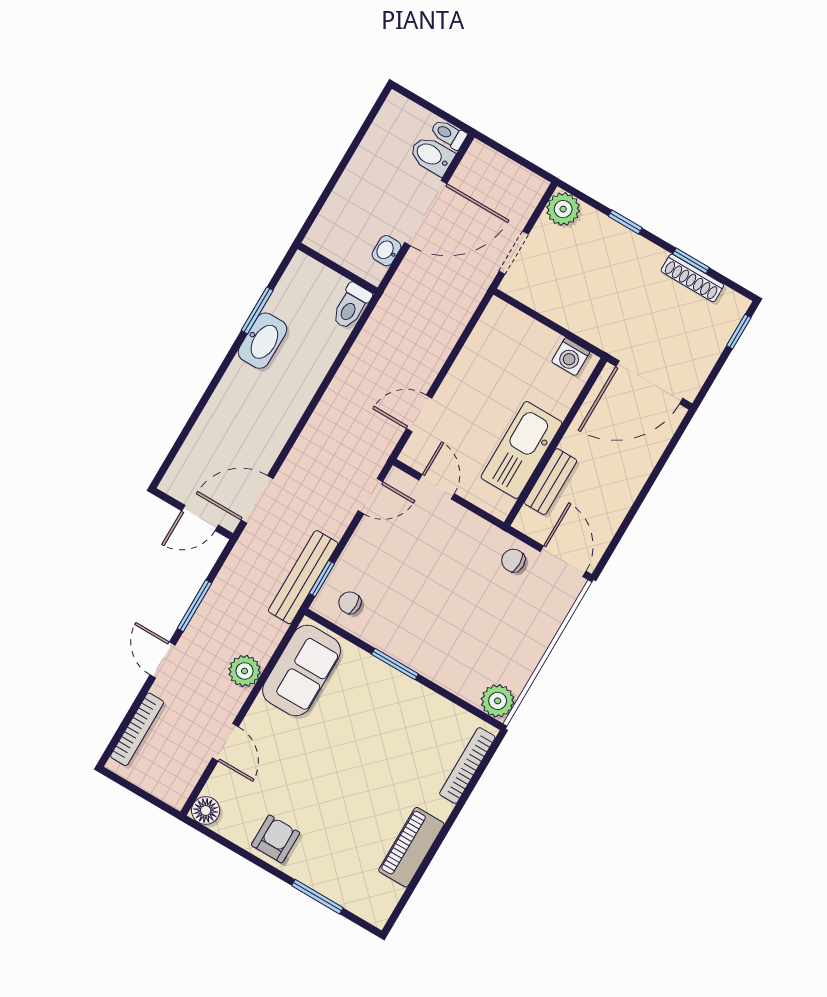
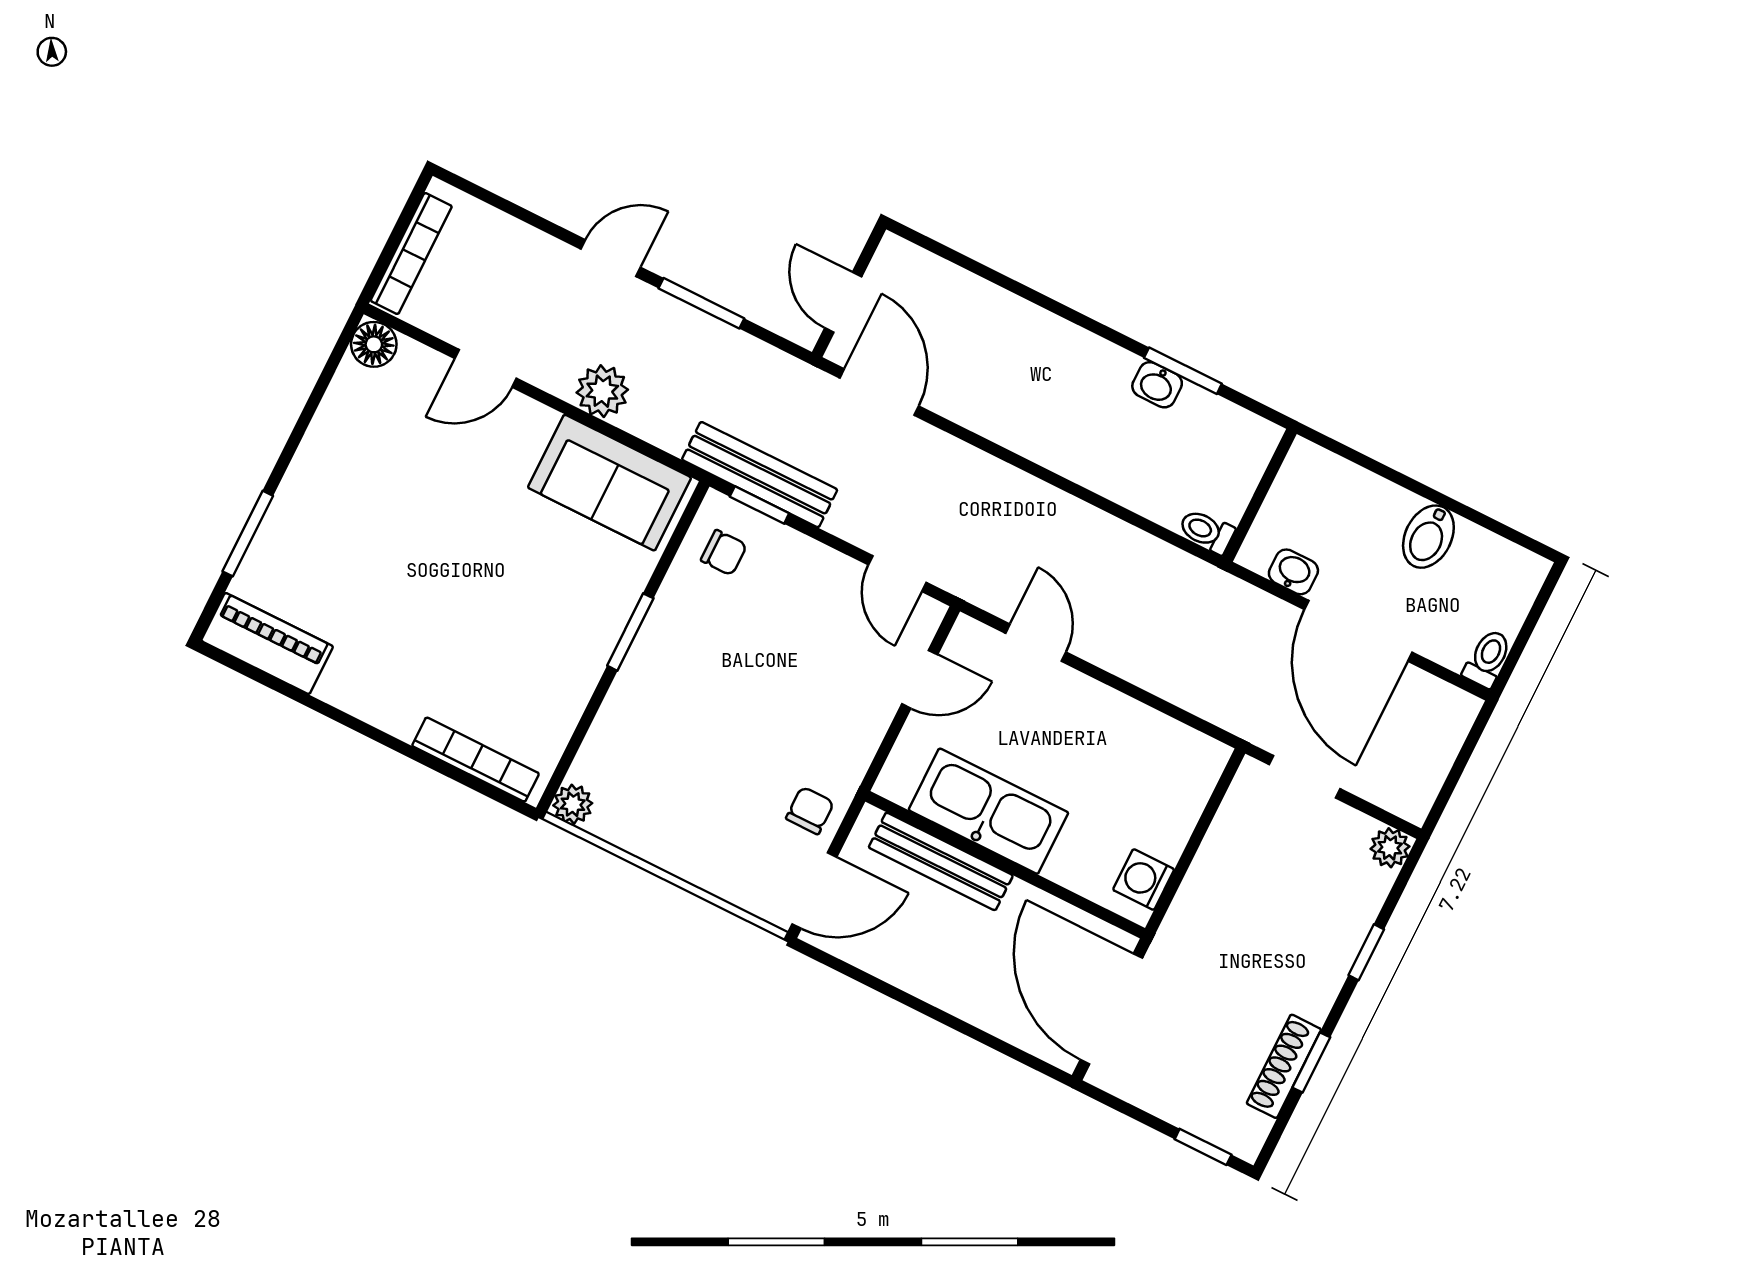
bidet: (432, 156) -> (1428, 537), moved, turned 180
plant: (563, 209) -> (1390, 848), width x0.73, depth x0.73
toilet: (351, 306) -> (1207, 531), width x0.73, depth x0.72
washbasin: (262, 341) -> (1157, 385), width x0.52, depth x0.69
bench: (551, 482) -> (941, 861), width x1.36
chair: (350, 603) -> (724, 553), turned 90
plant: (498, 701) -> (573, 804), width x0.73, depth x0.73
bookcase: (137, 729) -> (411, 253), moved, turned -90
armchair: (276, 839) -> (336, 460), removed
piano: (411, 847) -> (267, 644), moved

